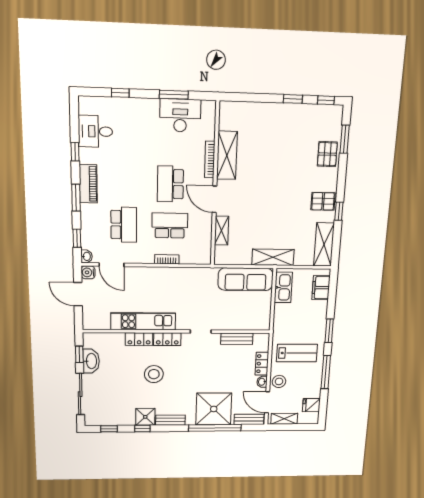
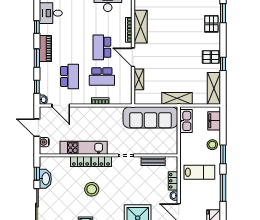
school desk: (170, 226) -> (102, 76), turned 180
water cooler: (88, 272) -> (44, 142), moved
sofa: (246, 279) -> (150, 117), width x1.36, depth x1.27
stool: (279, 381) -> (212, 145), moved

